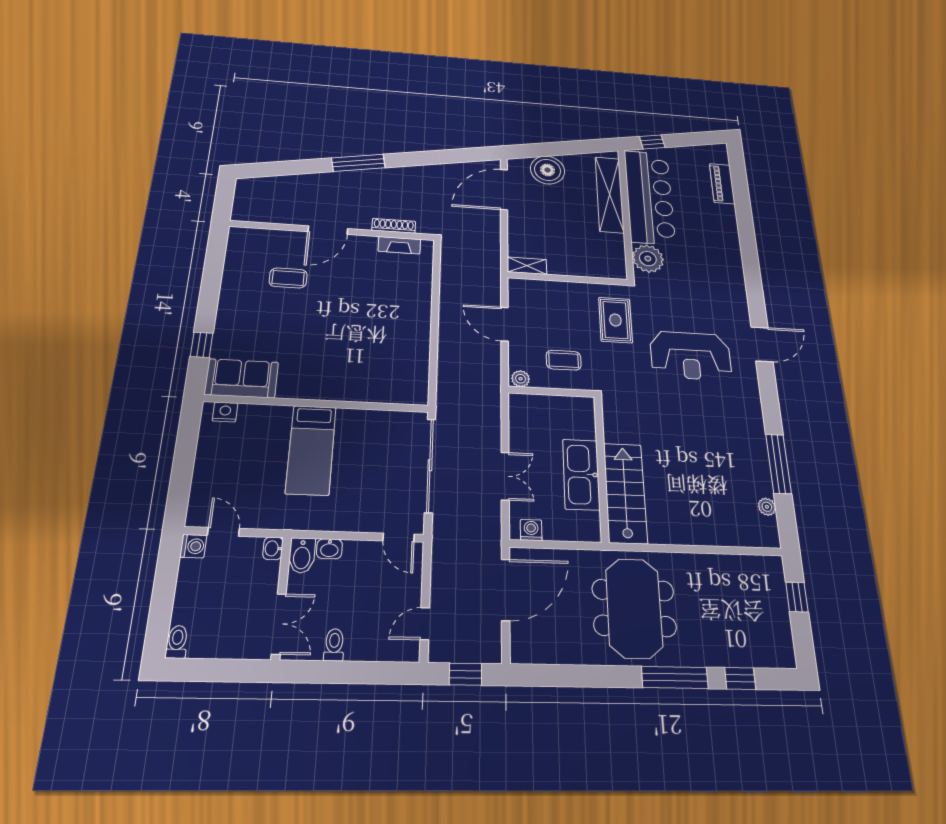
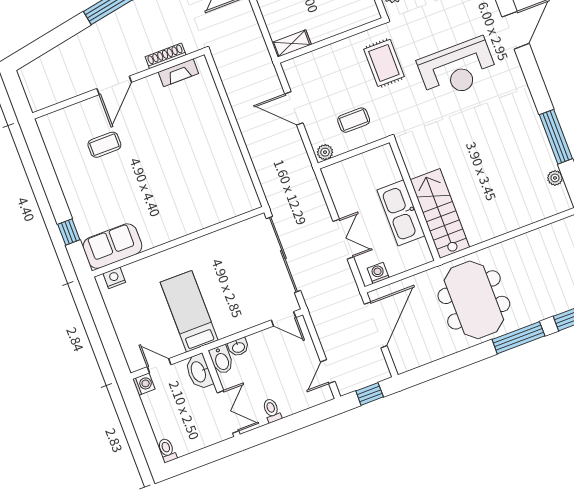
bed: (311, 450) -> (189, 311), moved, turned 180
washbasin: (273, 548) -> (199, 372), width x1.91, depth x1.45

